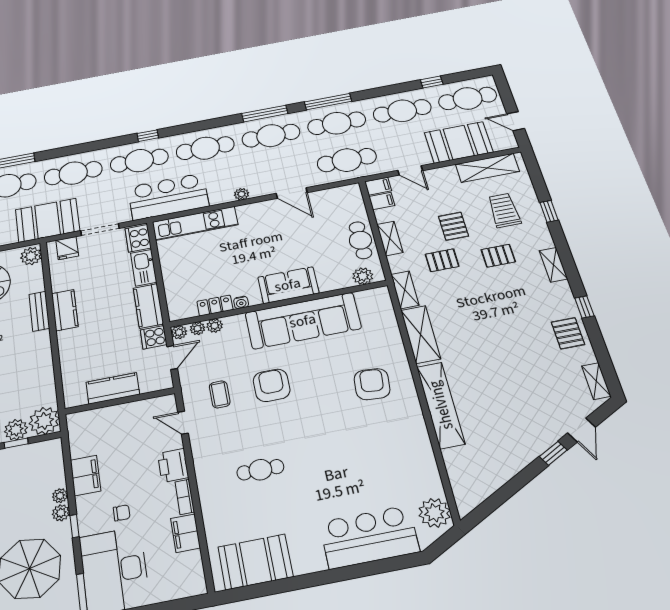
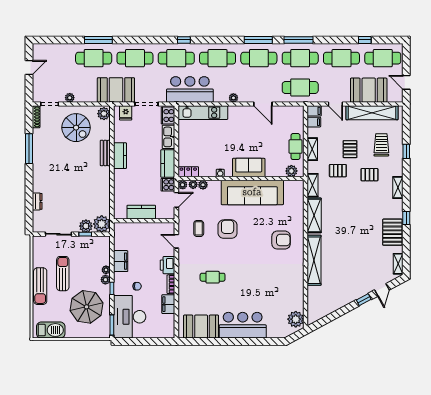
shelving: (487, 168) -> (372, 113), width x1.47
locker: (215, 306) -> (188, 172), moved
pallet: (568, 333) -> (392, 232), width x1.50, depth x1.42
armchair: (372, 384) -> (281, 240), turned 85
bar counter: (369, 537) -> (243, 325), moved

